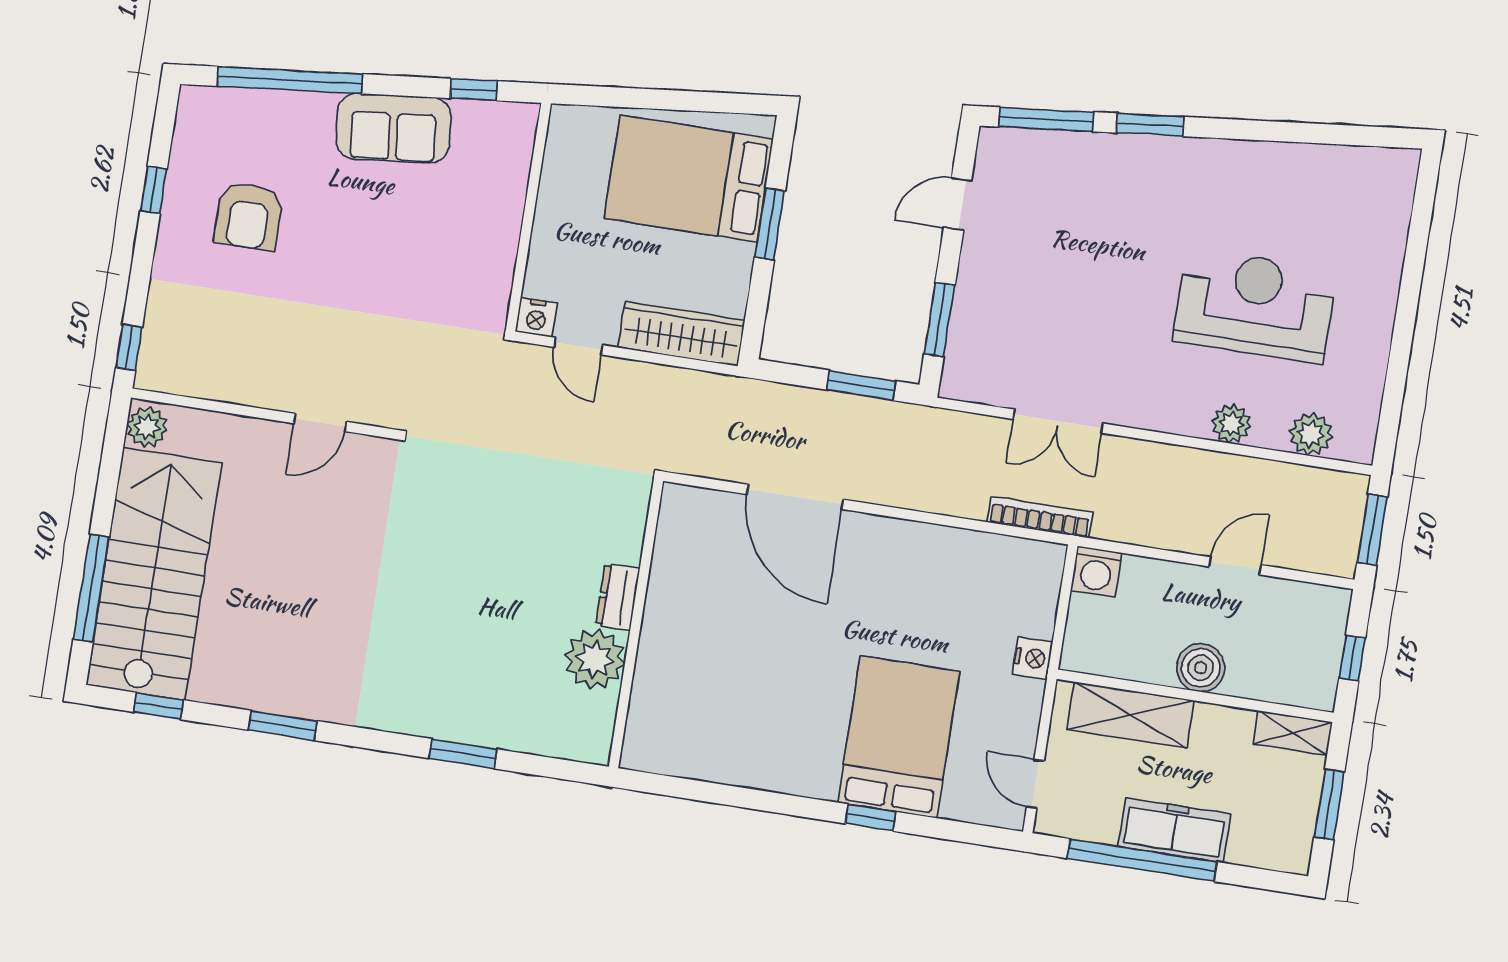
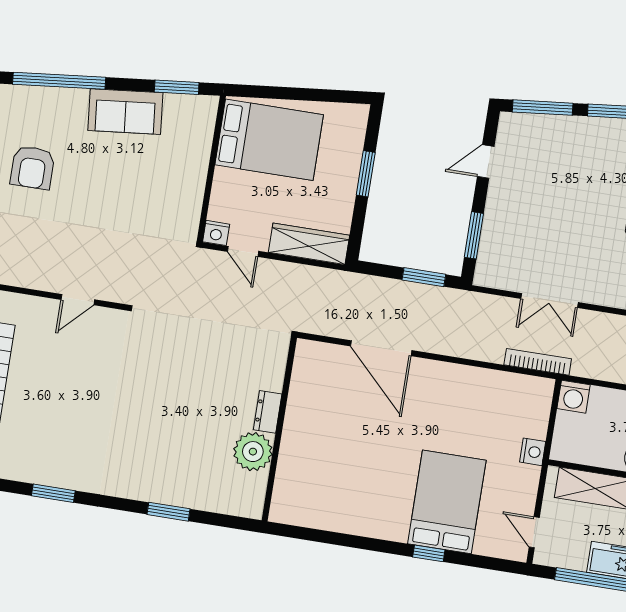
window: (474, 90) -> (177, 87), width x1.50
bed: (689, 179) -> (269, 140), moved, turned 180

